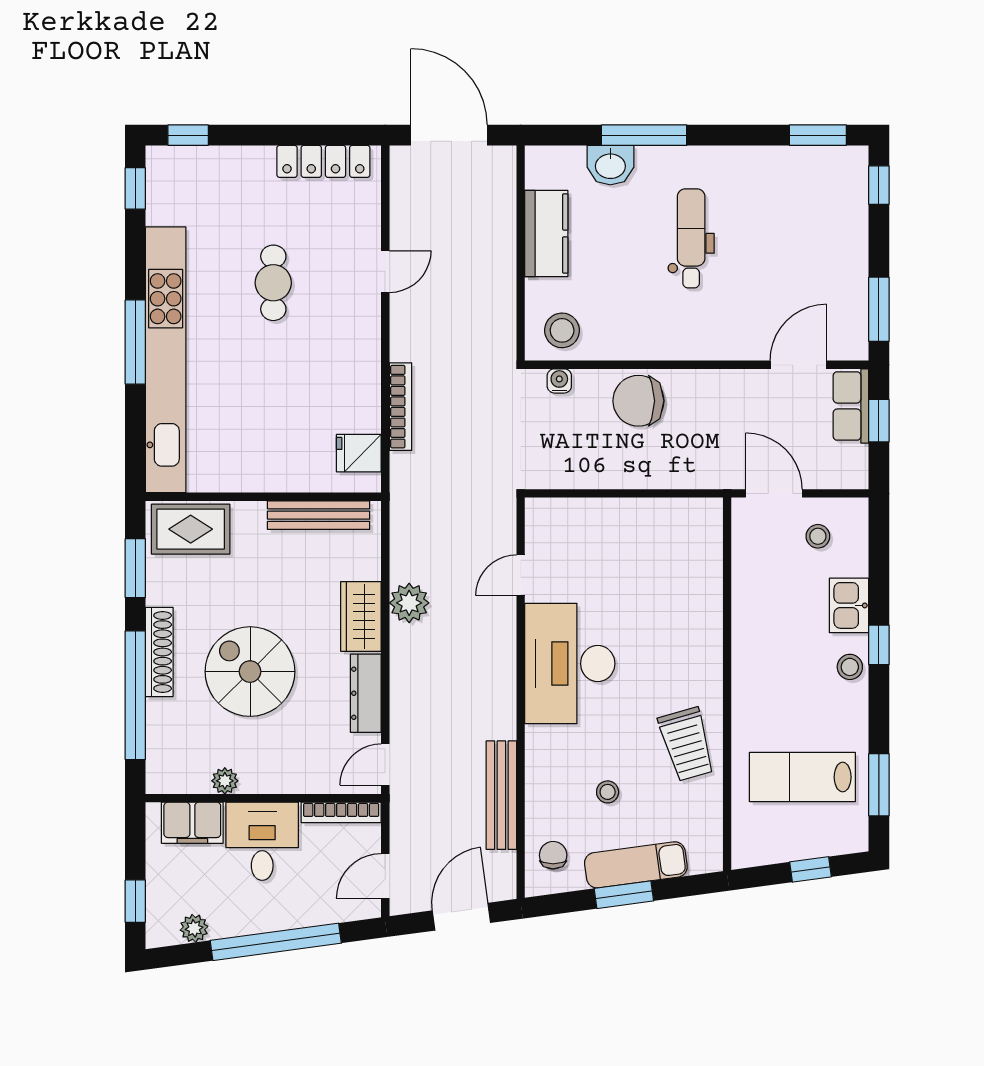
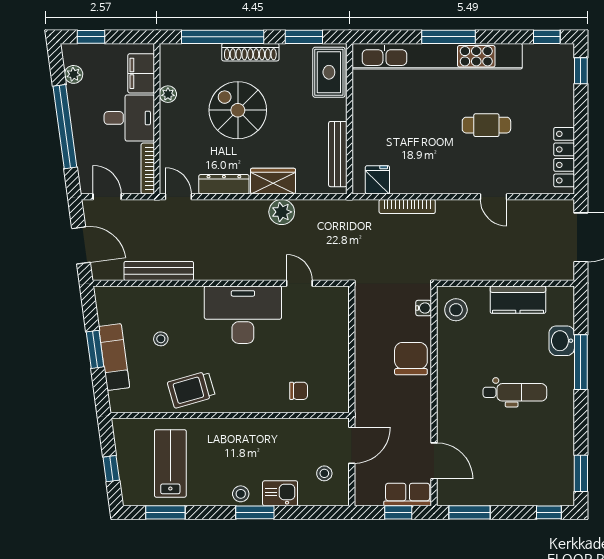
window: (879, 645) -> (255, 512), width x1.50
spiral stairs: (250, 672) -> (238, 110), turned -90
chair: (553, 855) -> (299, 391), moved

